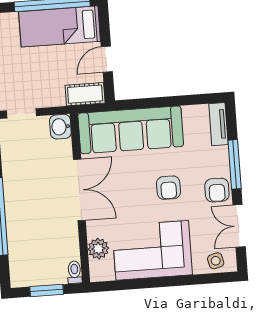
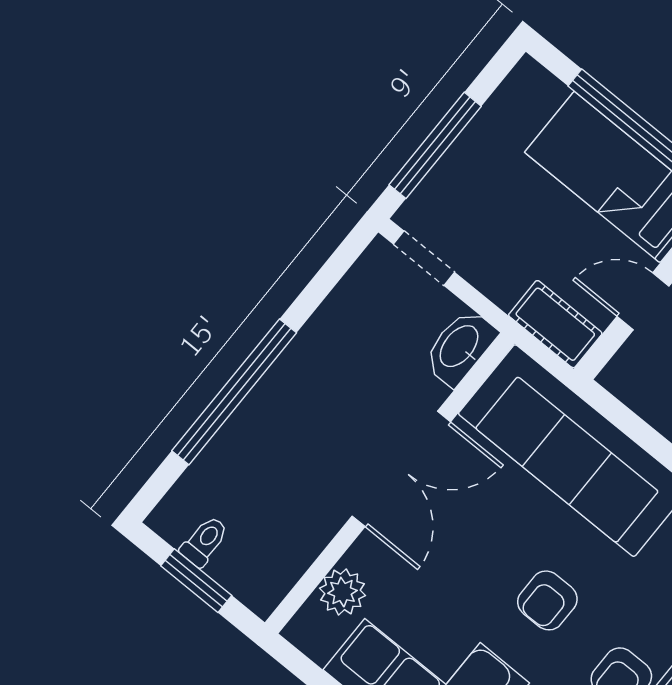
washbasin: (60, 127) -> (460, 347), width x1.38
toilet: (75, 272) -> (204, 541), moved

